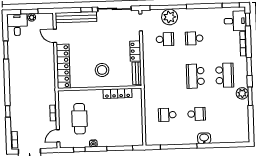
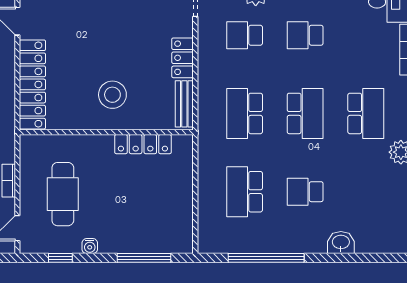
school desk: (165, 39) -> (245, 35), turned 180
school desk: (195, 76) -> (305, 113), turned 180
school desk: (166, 77) -> (245, 113), added
school desk: (197, 114) -> (305, 192), turned 180
school desk: (167, 115) -> (245, 192), width x1.85
washbasin: (204, 138) -> (341, 243), moved

